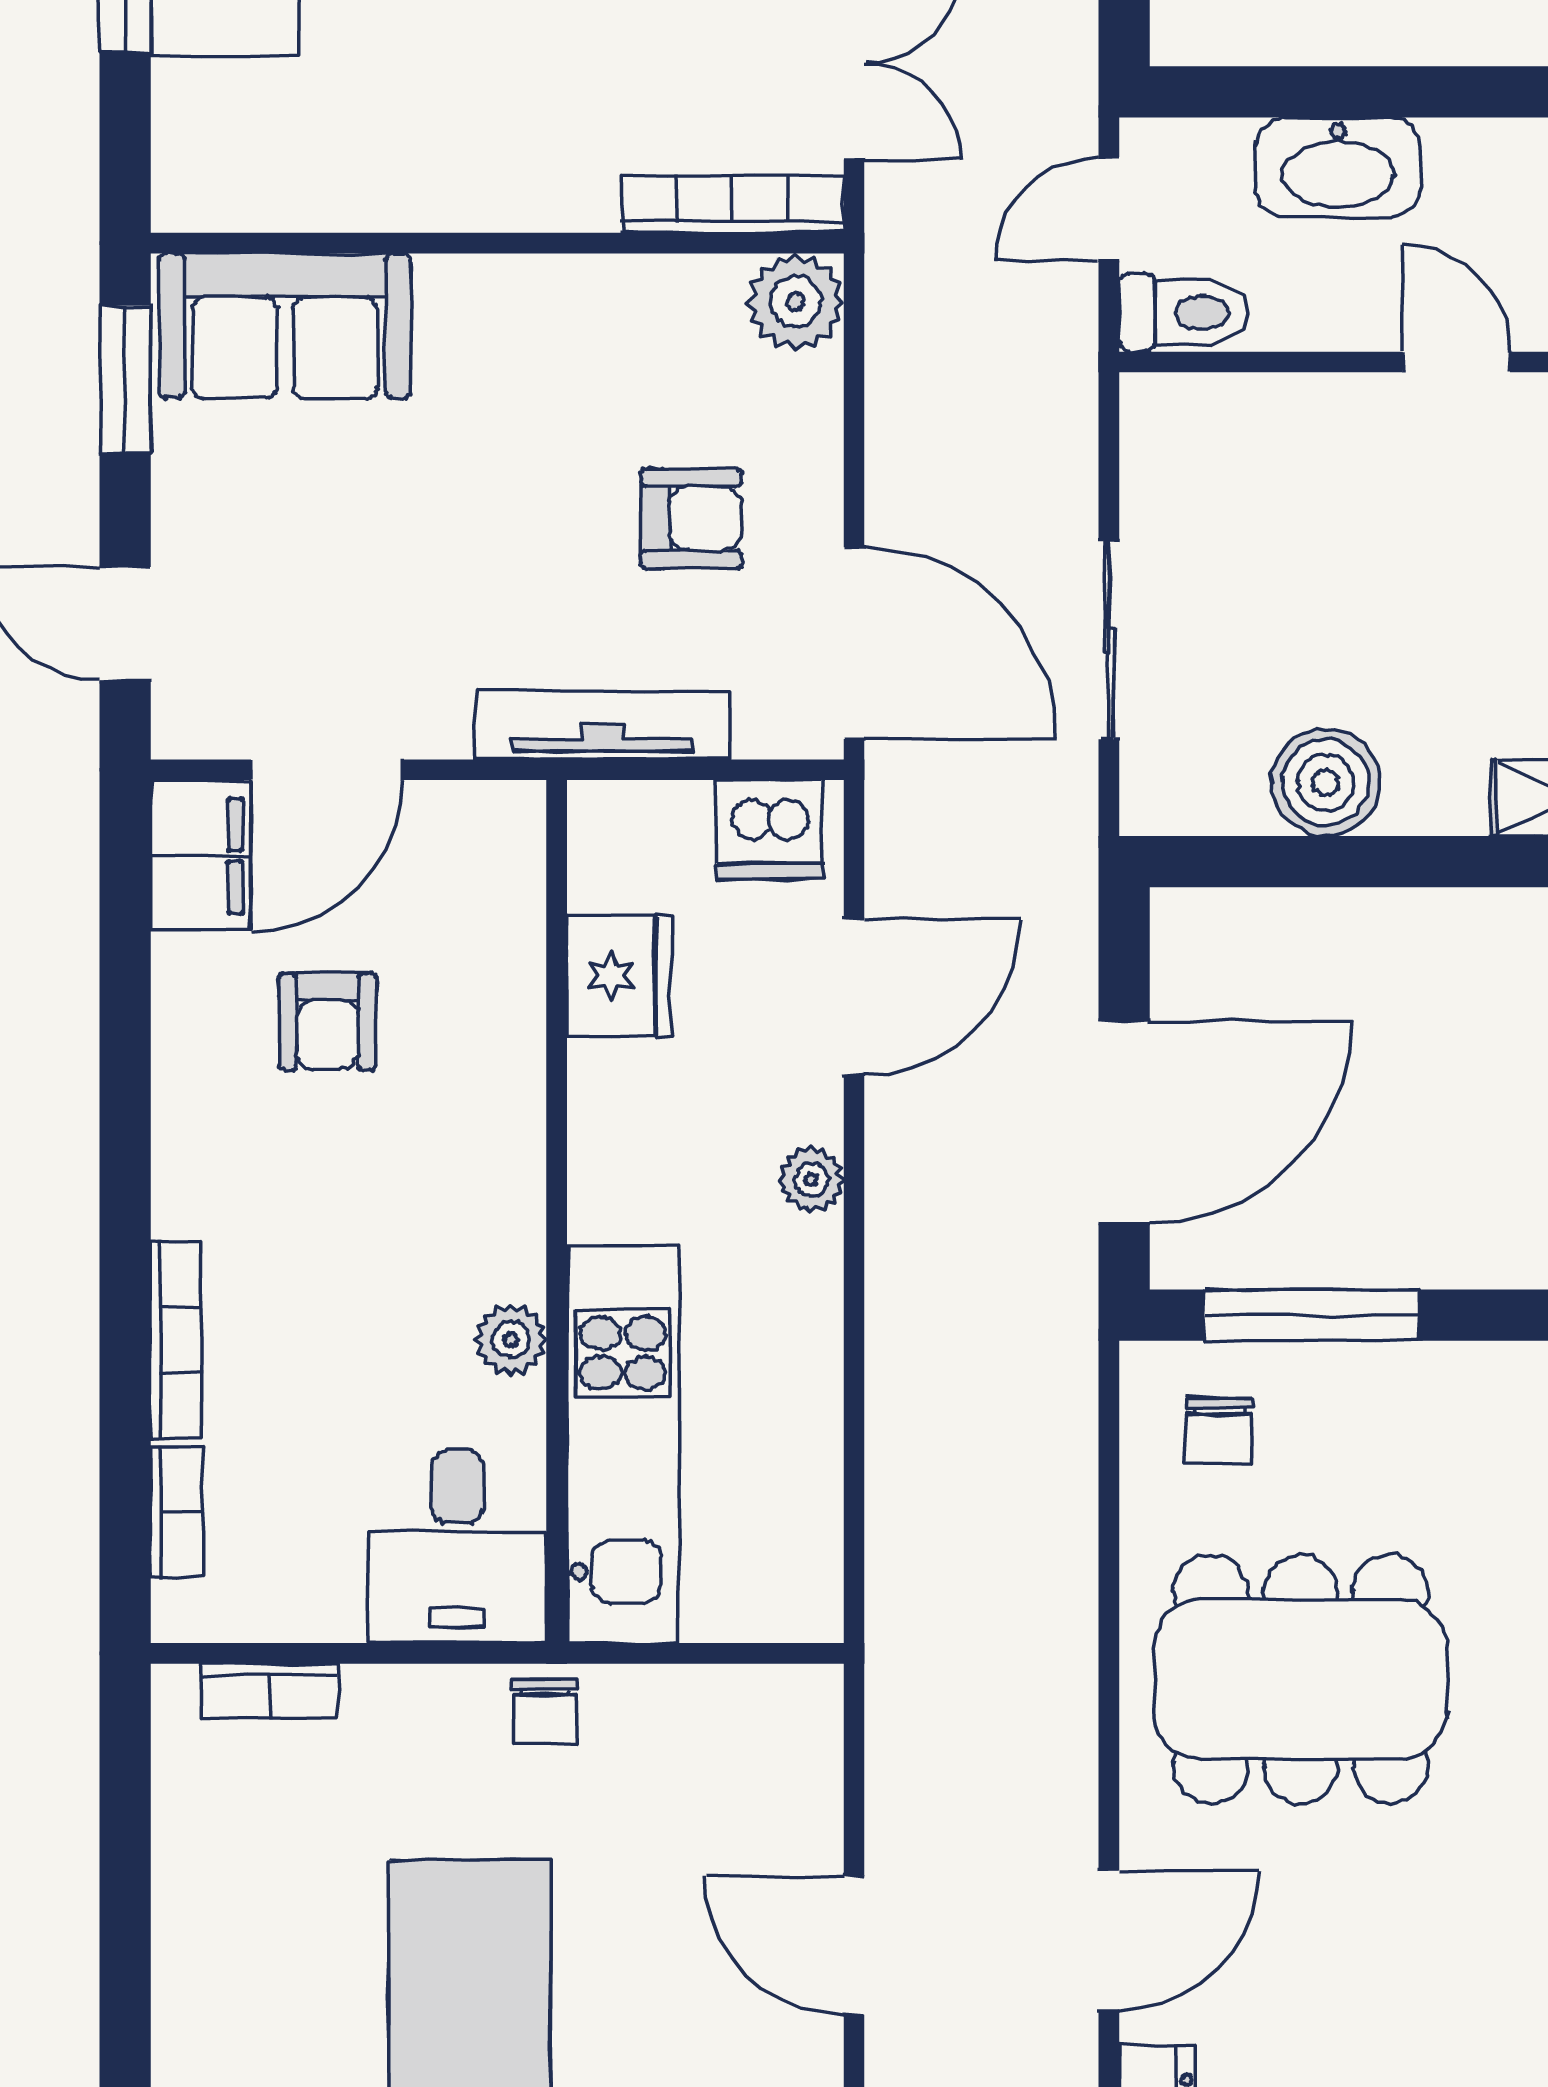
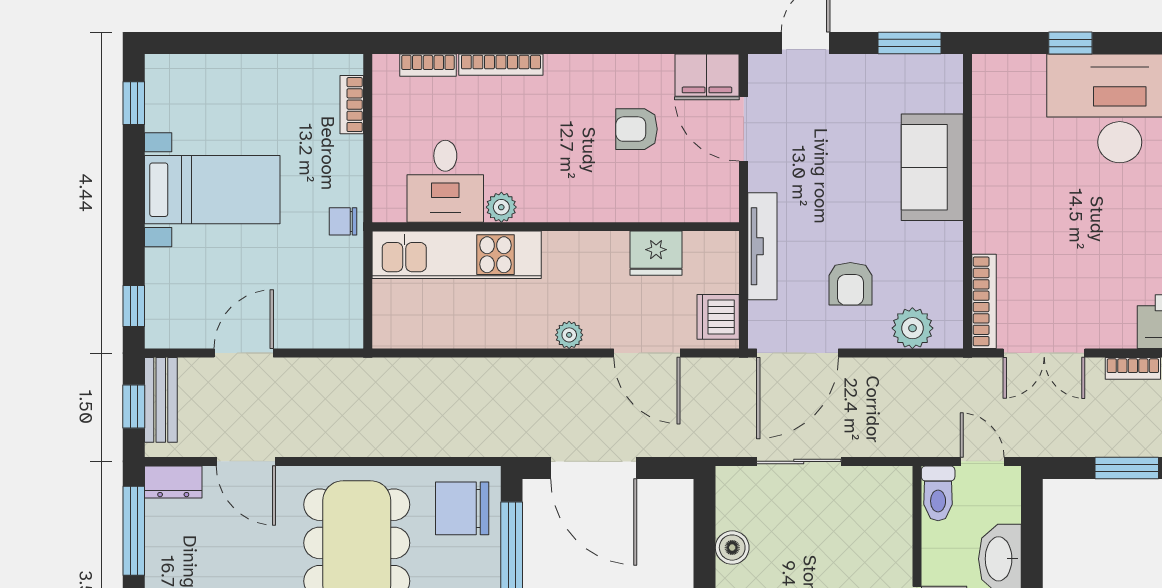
plant: (795, 302) -> (912, 328), moved
sofa: (285, 326) -> (932, 167), moved
boiler: (1326, 782) -> (732, 548), width x0.73, depth x0.73
chair: (1219, 1431) -> (462, 508), width x1.87, depth x1.87
desk: (457, 1547) -> (445, 181), moved, turned -90

